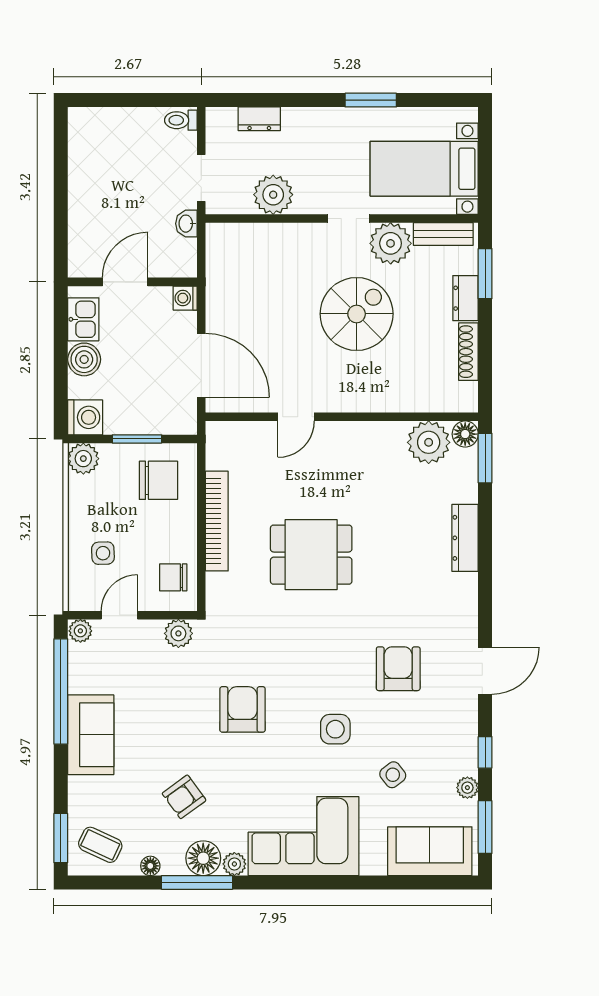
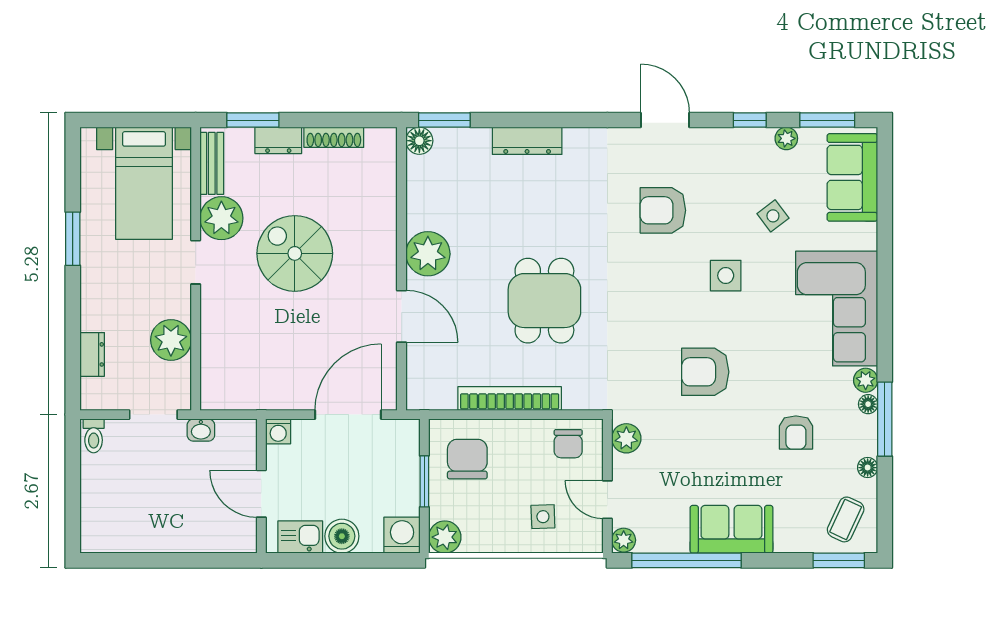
door: (296, 417) -> (402, 316), width x1.38
plant: (429, 442) -> (428, 254), moved
armchair: (184, 797) -> (796, 432), turned 36
floor lamp: (203, 858) -> (868, 404), width x0.53, depth x0.53

